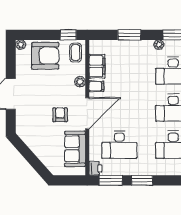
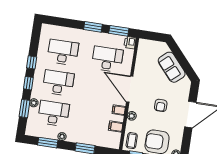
filing cabinet: (97, 66) -> (116, 127), width x0.50
door: (87, 113) -> (130, 89), hinge flipped
armchair: (60, 115) -> (161, 105), moved
sofa: (75, 149) -> (172, 67), moved, turned 139

